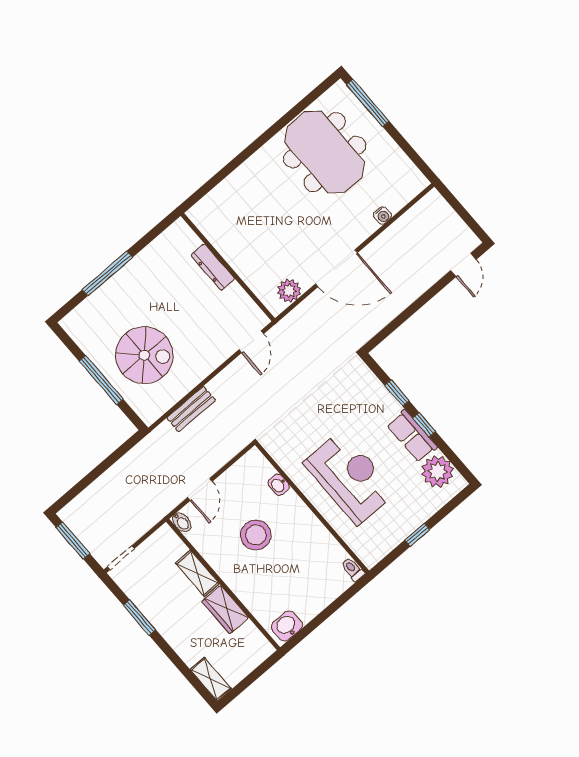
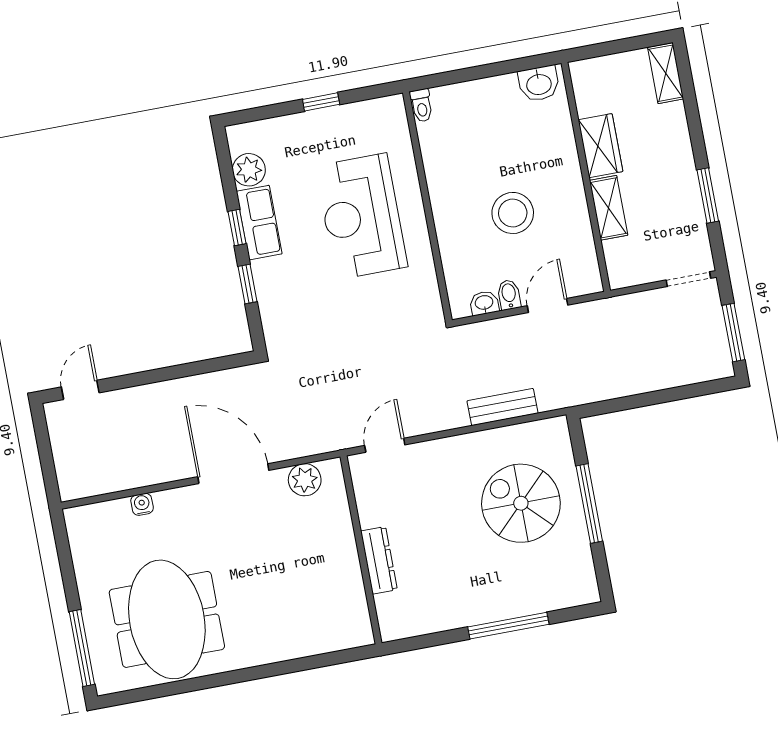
plant: (437, 472) -> (249, 170), width x0.73, depth x0.73
washbasin: (279, 485) -> (484, 303), moved, turned -90
bidet: (182, 522) -> (509, 295), moved

